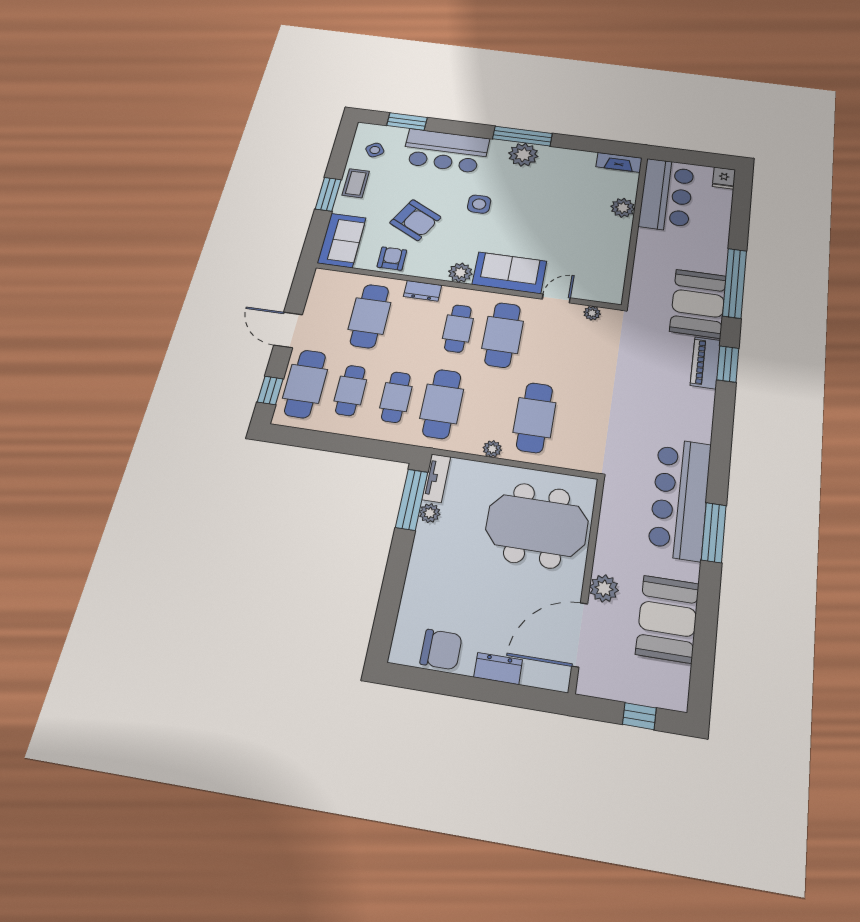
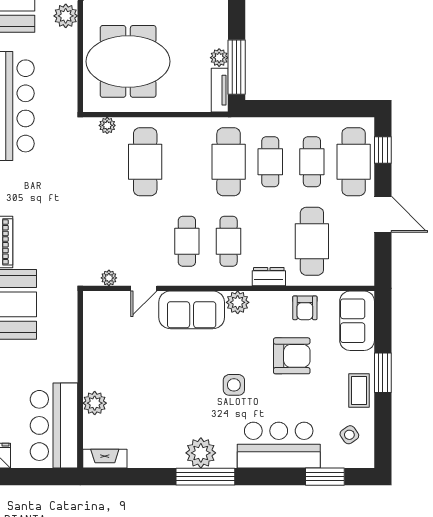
armchair: (415, 220) -> (292, 356), turned 152
cafe table: (503, 335) -> (187, 241), width x0.73, depth x0.74
plant: (492, 449) -> (107, 125), moved

